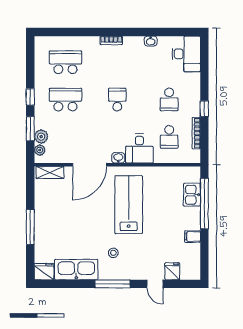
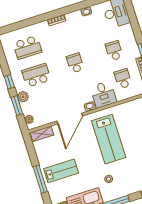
school desk: (65, 62) -> (27, 47), turned 180
school desk: (169, 100) -> (114, 51), turned 180
plant: (41, 137) -> (23, 97), moved
school desk: (169, 137) -> (123, 79), turned 180
lab bench: (129, 205) -> (109, 139), turned 180
lab bench: (59, 225) -> (61, 171), added

